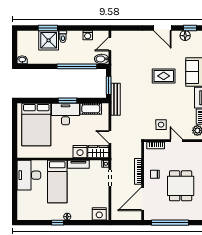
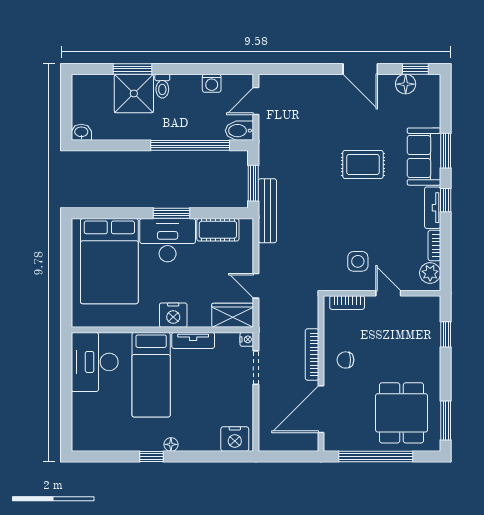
nightstand: (80, 152) -> (173, 315), moved
dining table: (181, 186) -> (402, 413), moved

